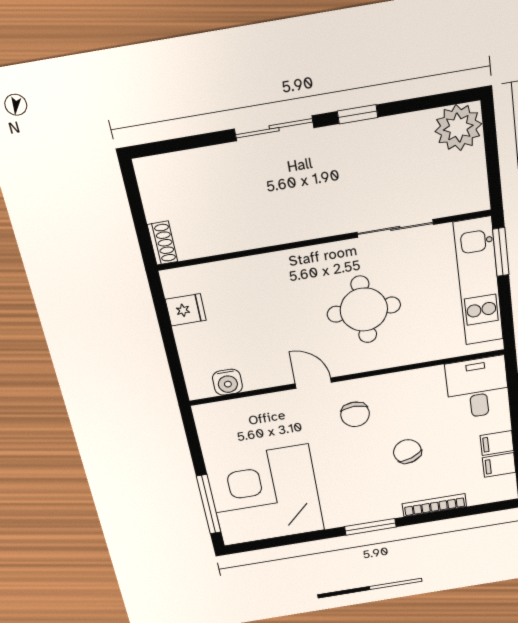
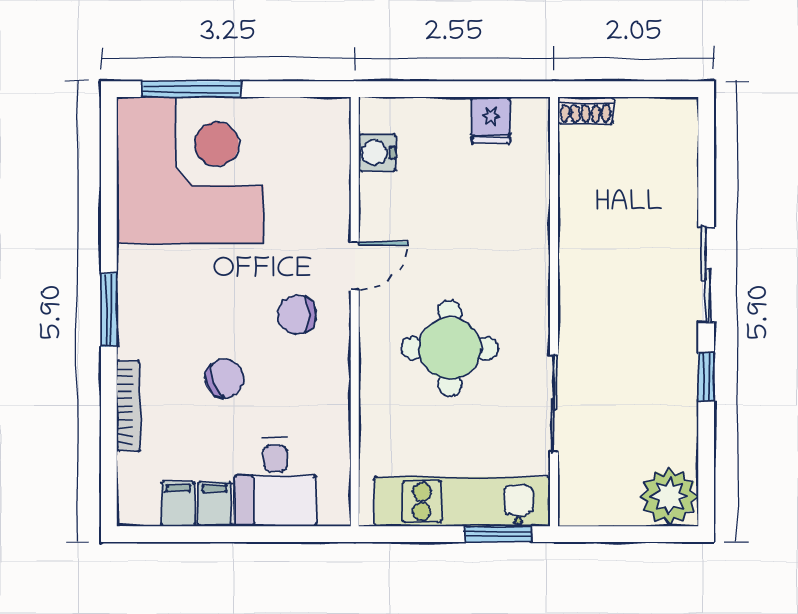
desk: (478, 388) -> (275, 482), moved, turned 90

